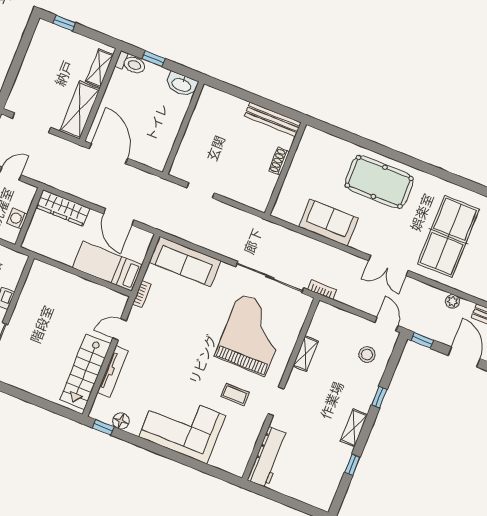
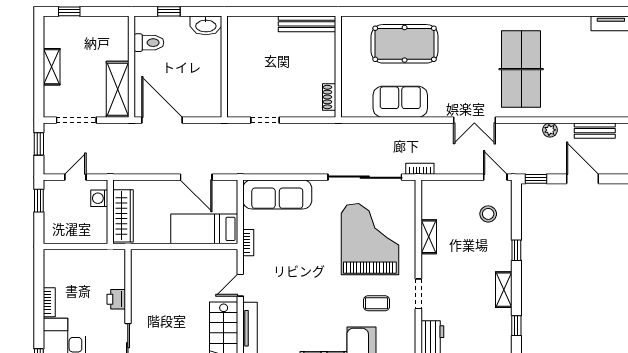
toilet: (131, 64) -> (149, 43), moved
shelving: (100, 68) -> (52, 67), moved
shoe rack: (279, 161) -> (329, 97), moved
pool table: (379, 182) -> (405, 44), moved
wardrobe: (63, 208) -> (123, 216), moved, turned -90
washing machine: (17, 219) -> (99, 198), moved

